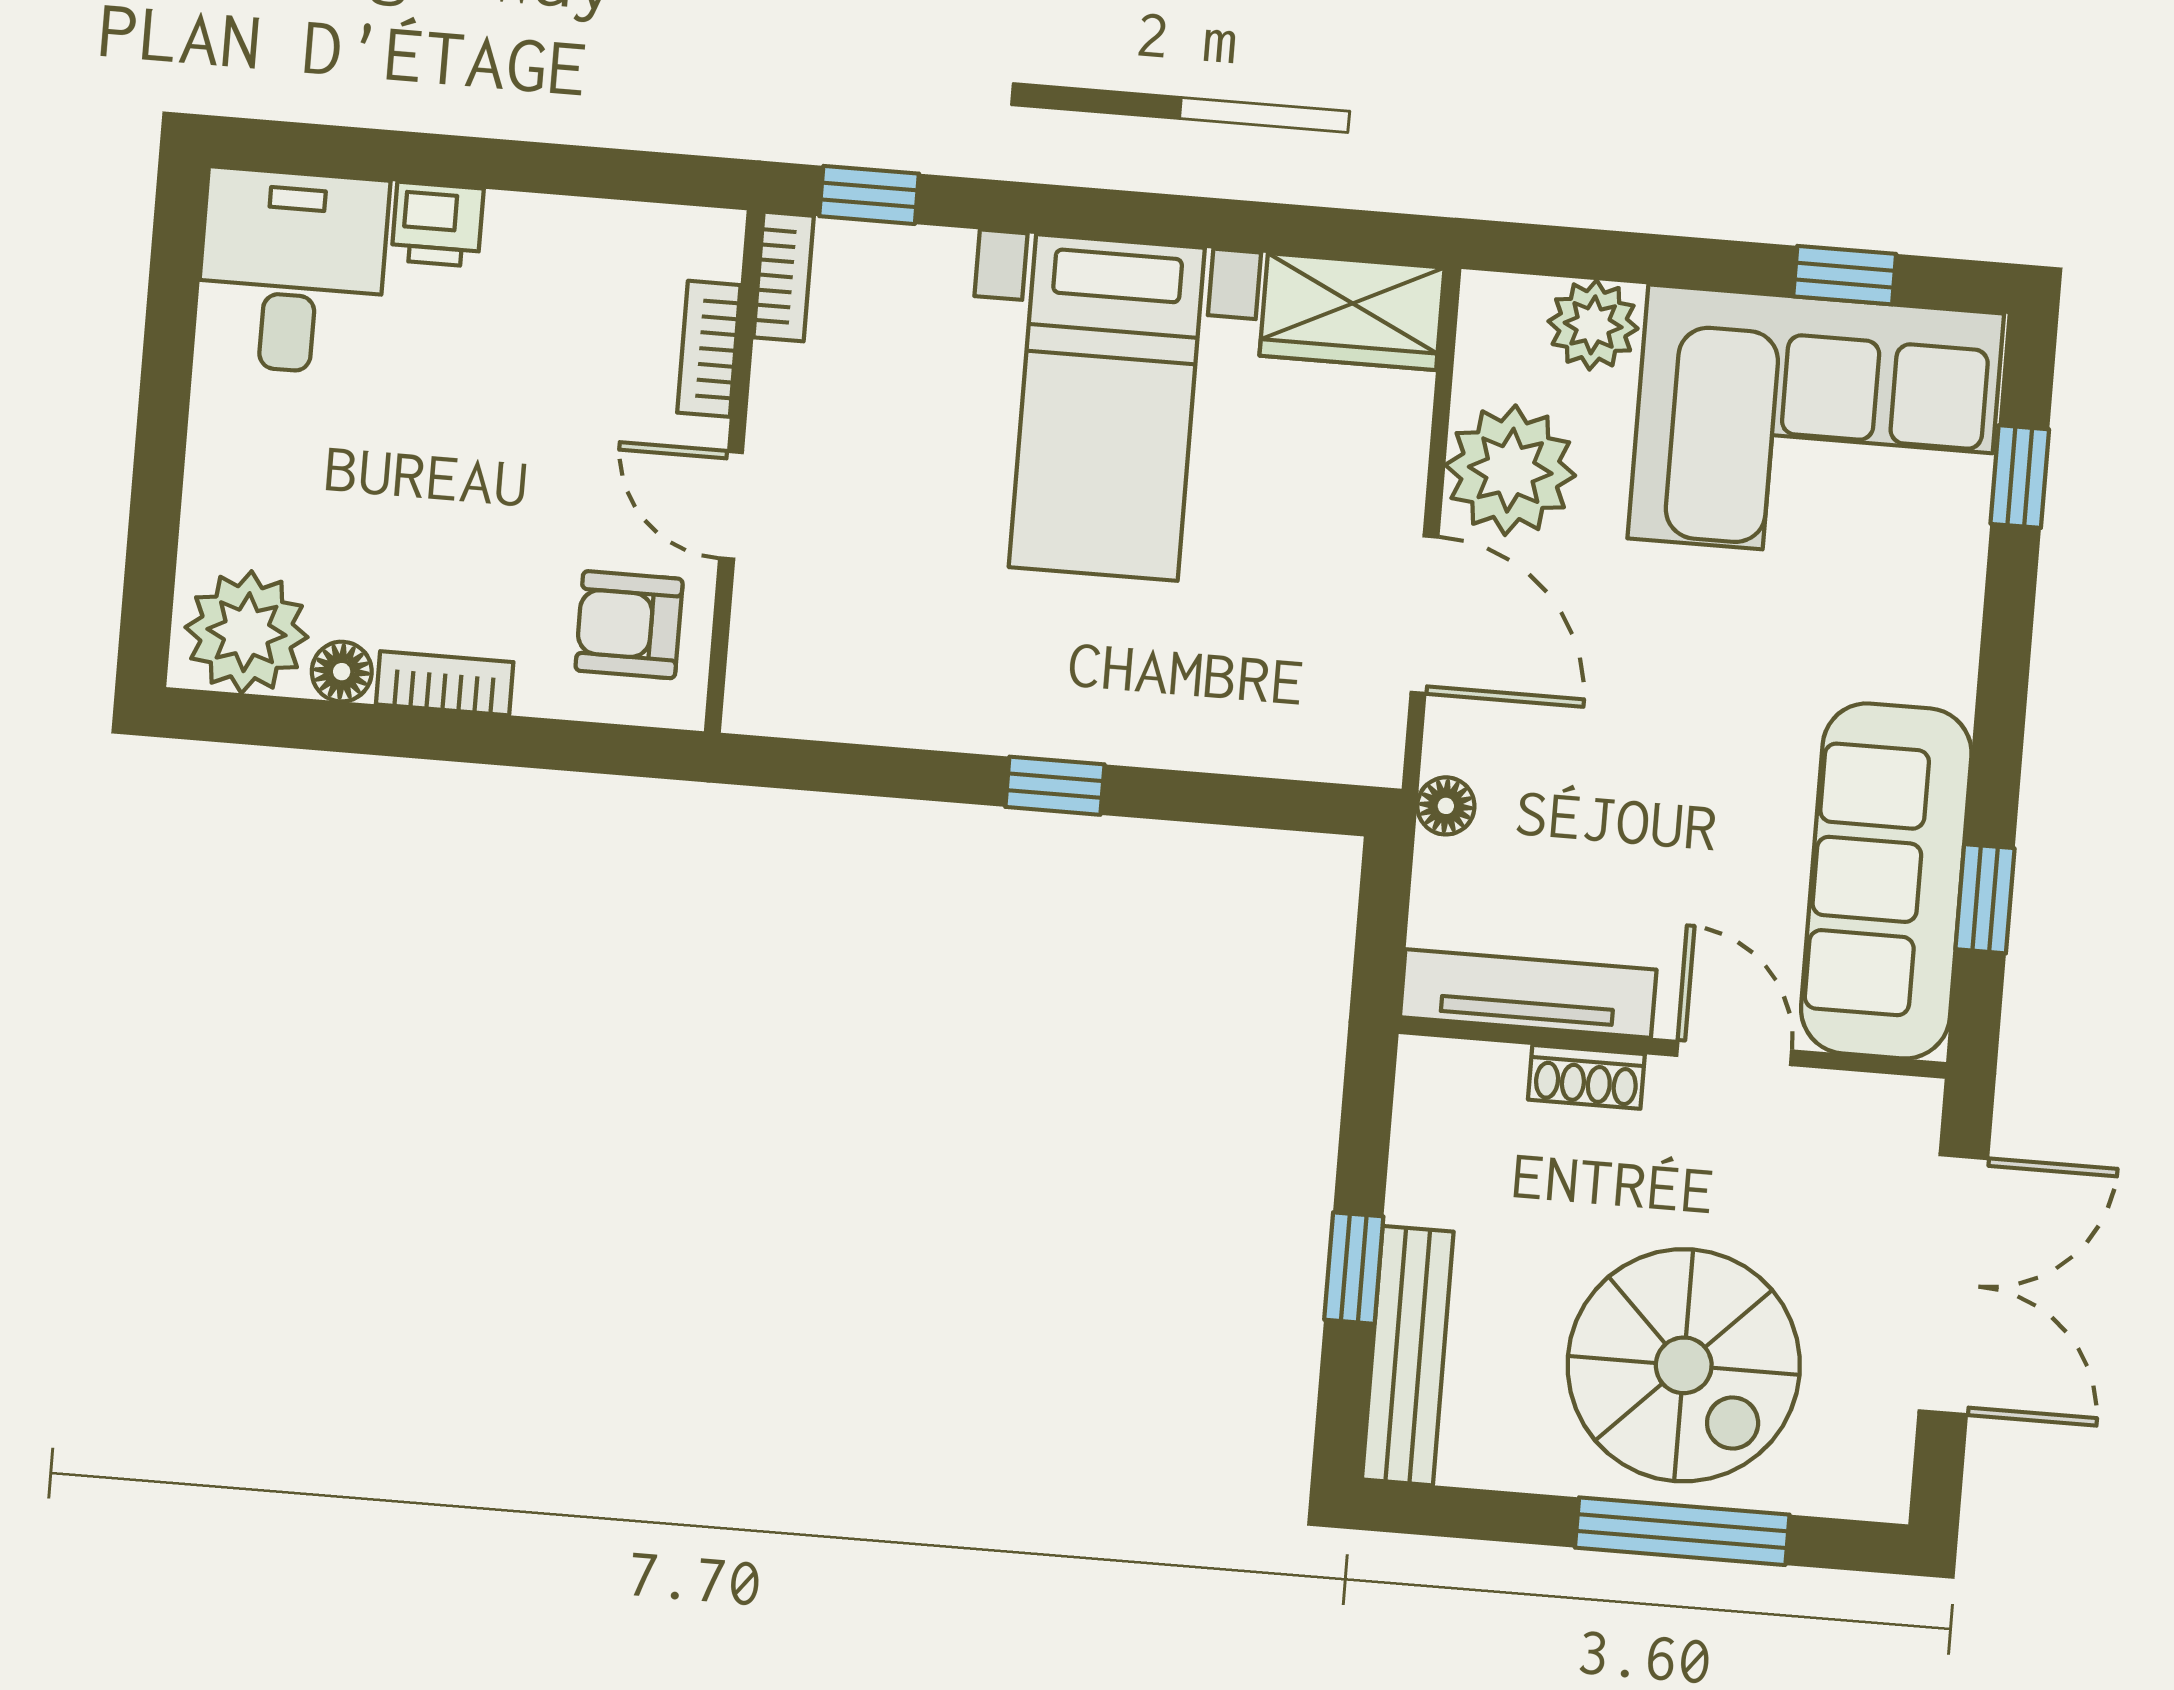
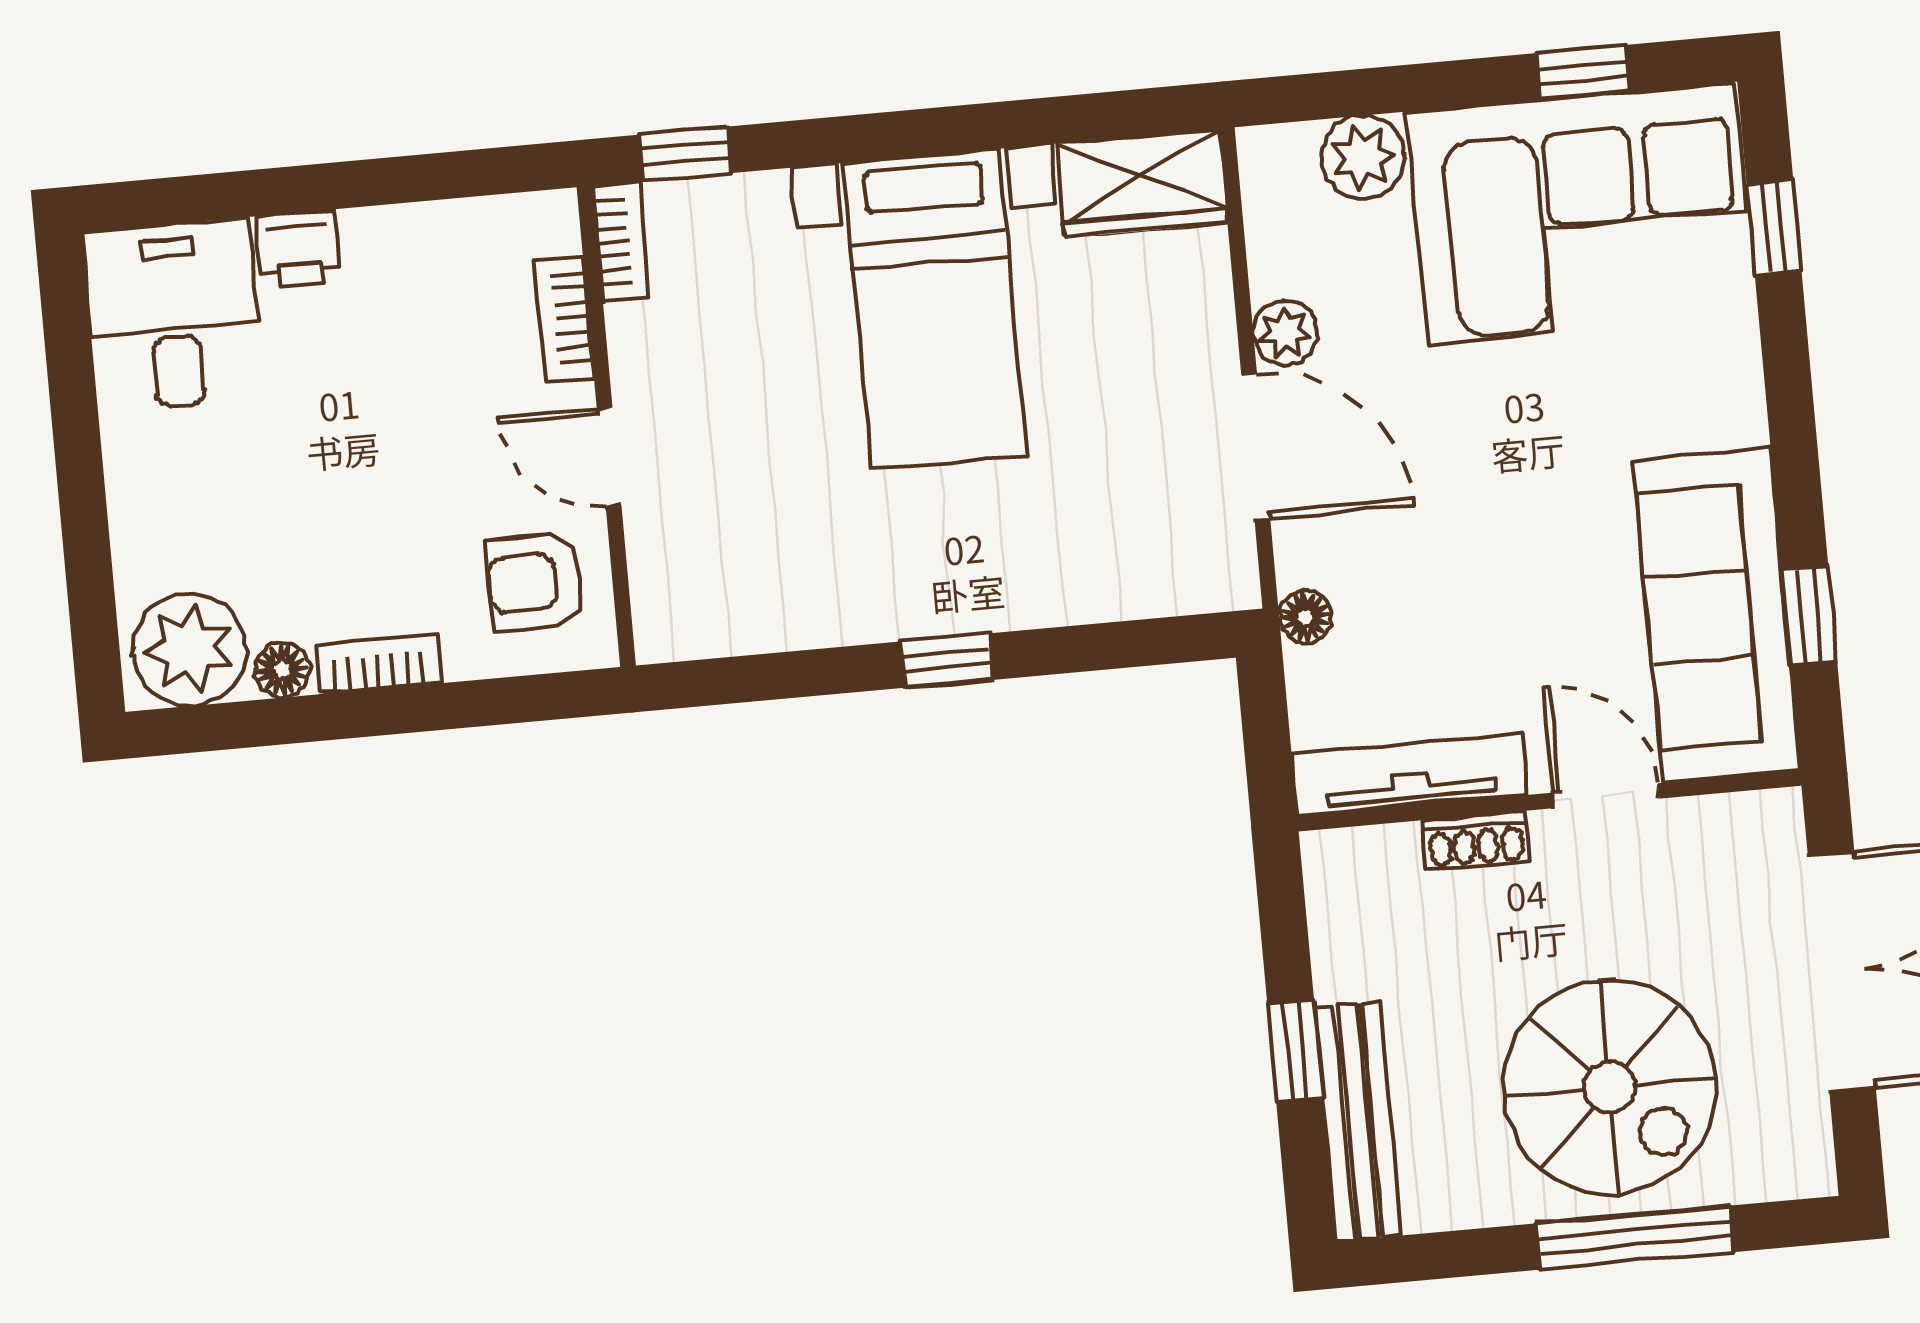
plant: (1510, 470) -> (1285, 333), width x0.53, depth x0.53

